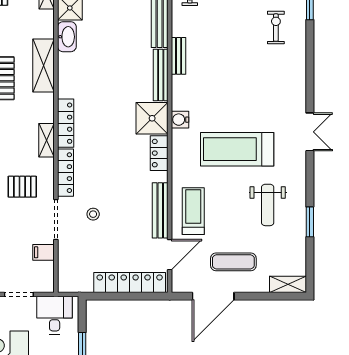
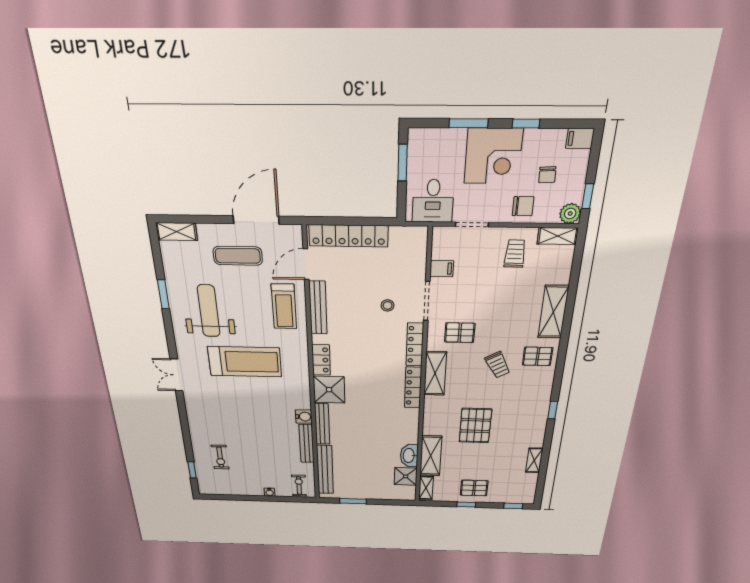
bench: (179, 56) -> (307, 444), width x1.36
shelving: (43, 65) -> (431, 456), moved
water cooler: (180, 120) -> (304, 417), moved
shelving: (46, 140) -> (435, 373), width x1.50, depth x1.33
weight bench: (268, 205) -> (209, 311), width x1.36, depth x1.33

